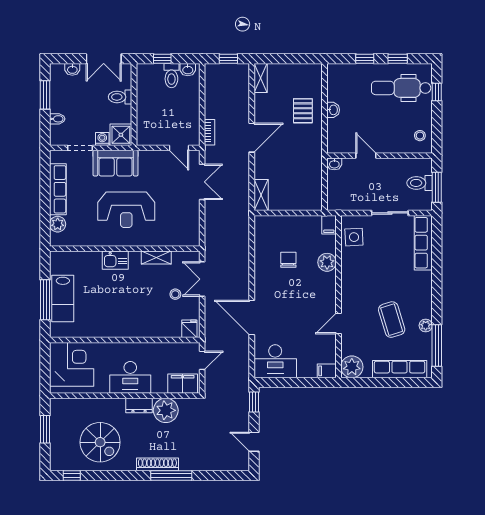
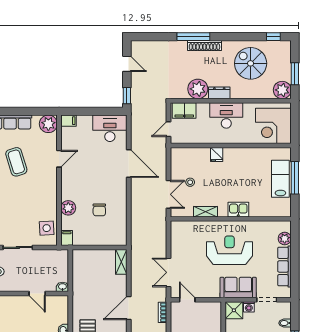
fridge: (189, 329) -> (217, 155), moved
plant: (61, 409) -> (282, 90), added

